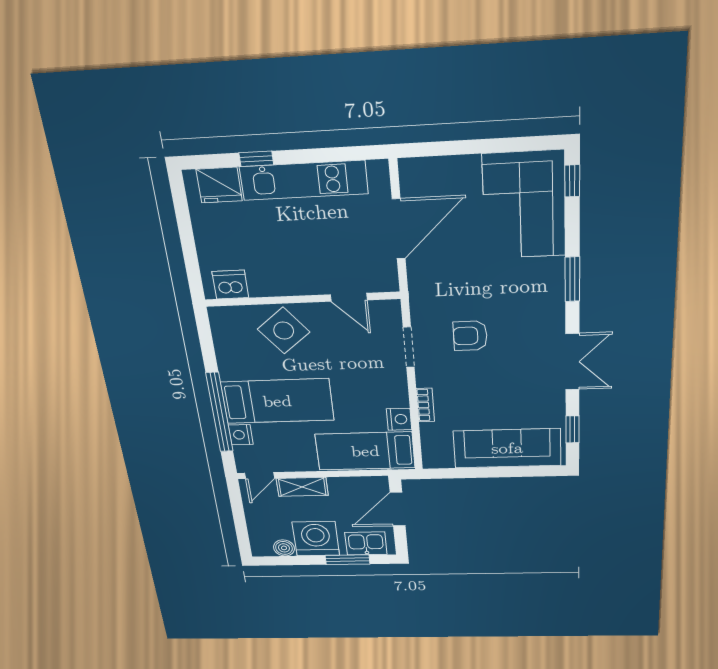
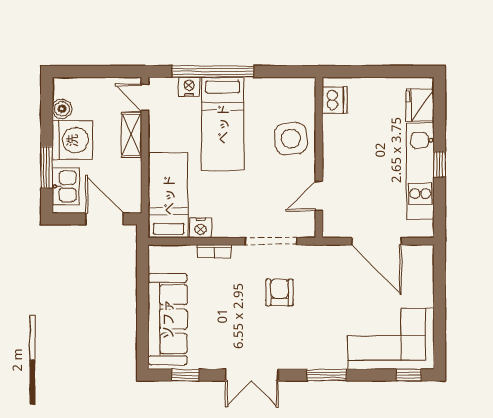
window: (256, 159) -> (440, 164), moved
side table: (284, 331) -> (291, 139), turned 34
doorway: (409, 347) -> (271, 241), width x1.38

